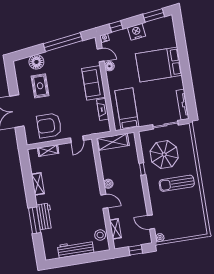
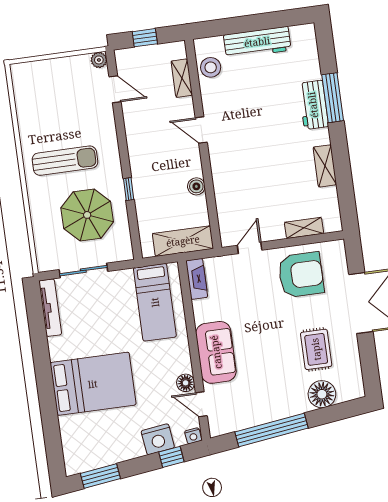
nightstand: (137, 32) -> (158, 439), moved
fireplace: (103, 109) -> (197, 279), moved
boiler: (108, 184) -> (196, 186), moved

